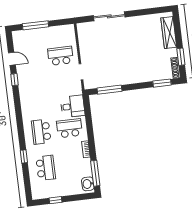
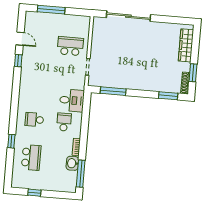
sliding door: (109, 16) -> (128, 16), width x1.36
school desk: (69, 128) -> (64, 122), width x0.54
school desk: (41, 132) -> (34, 120), width x0.54
washbasin: (88, 184) -> (72, 163), moved

